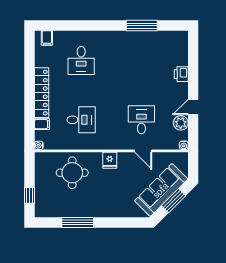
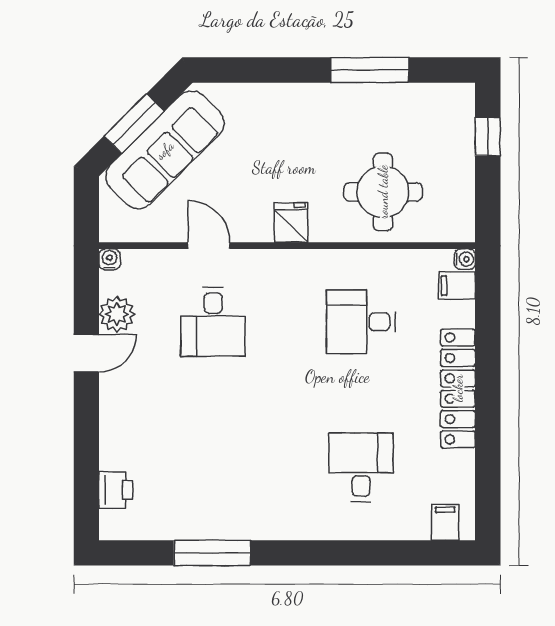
printer: (181, 74) -> (116, 490), moved
filing cabinet: (42, 124) -> (457, 286), moved

